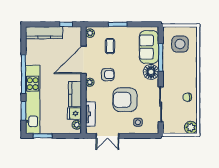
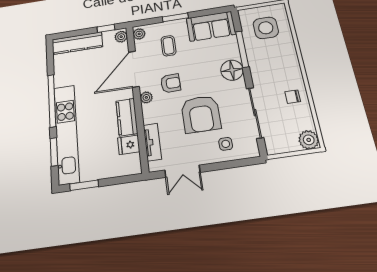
sofa: (149, 47) -> (211, 26), moved, turned -90
armchair: (125, 100) -> (201, 114), turned -90
plant: (77, 125) -> (121, 37), moved

